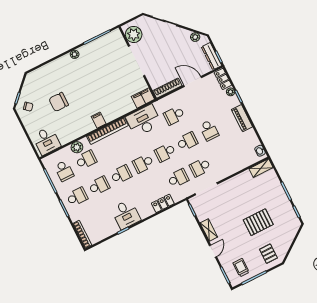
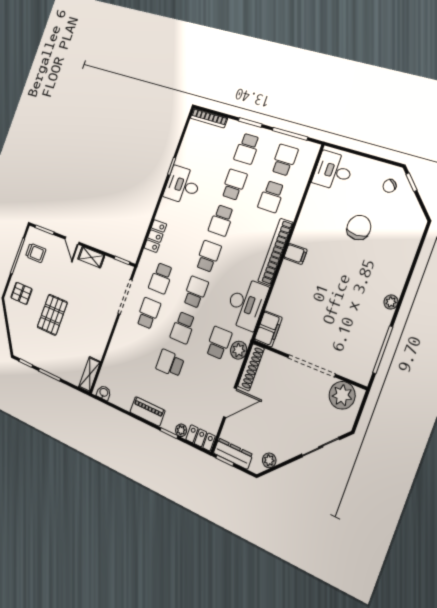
plant: (77, 147) -> (239, 350), moved
school desk: (64, 171) -> (284, 160), turned 90
school desk: (99, 186) -> (234, 185), turned 180

